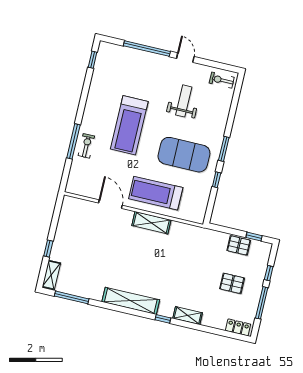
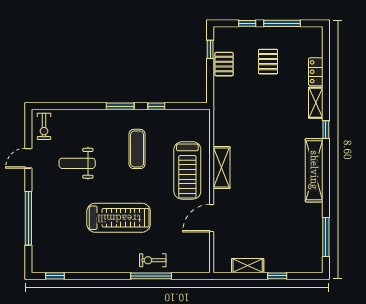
door: (185, 58) -> (28, 158), moved
exercise mat: (184, 155) -> (137, 149), width x0.50, depth x0.69
shelving: (51, 275) -> (248, 266), moved
locker: (238, 327) -> (316, 72), moved

